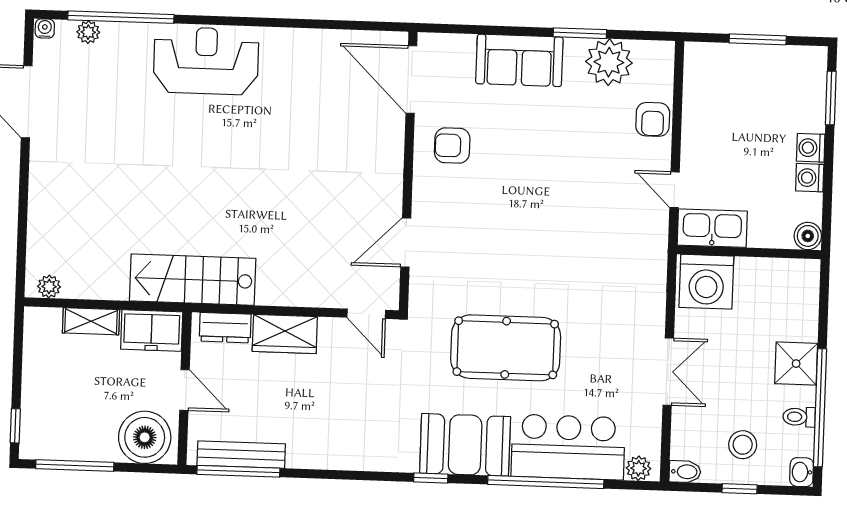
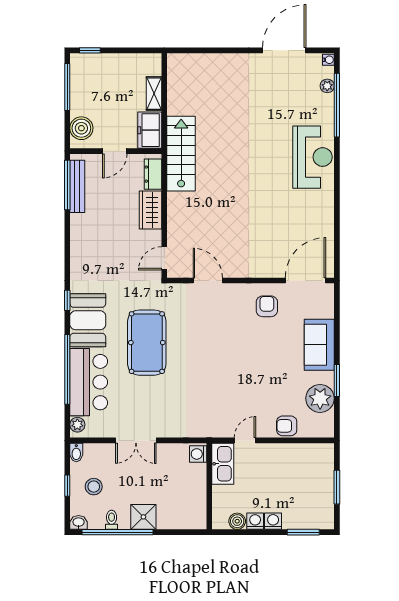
boiler: (808, 236) -> (237, 521), moved
washing machine: (706, 282) -> (198, 454), width x0.53, depth x0.53
plant: (49, 287) -> (174, 68), removed
boiler: (145, 437) -> (81, 128), width x0.73, depth x0.73

